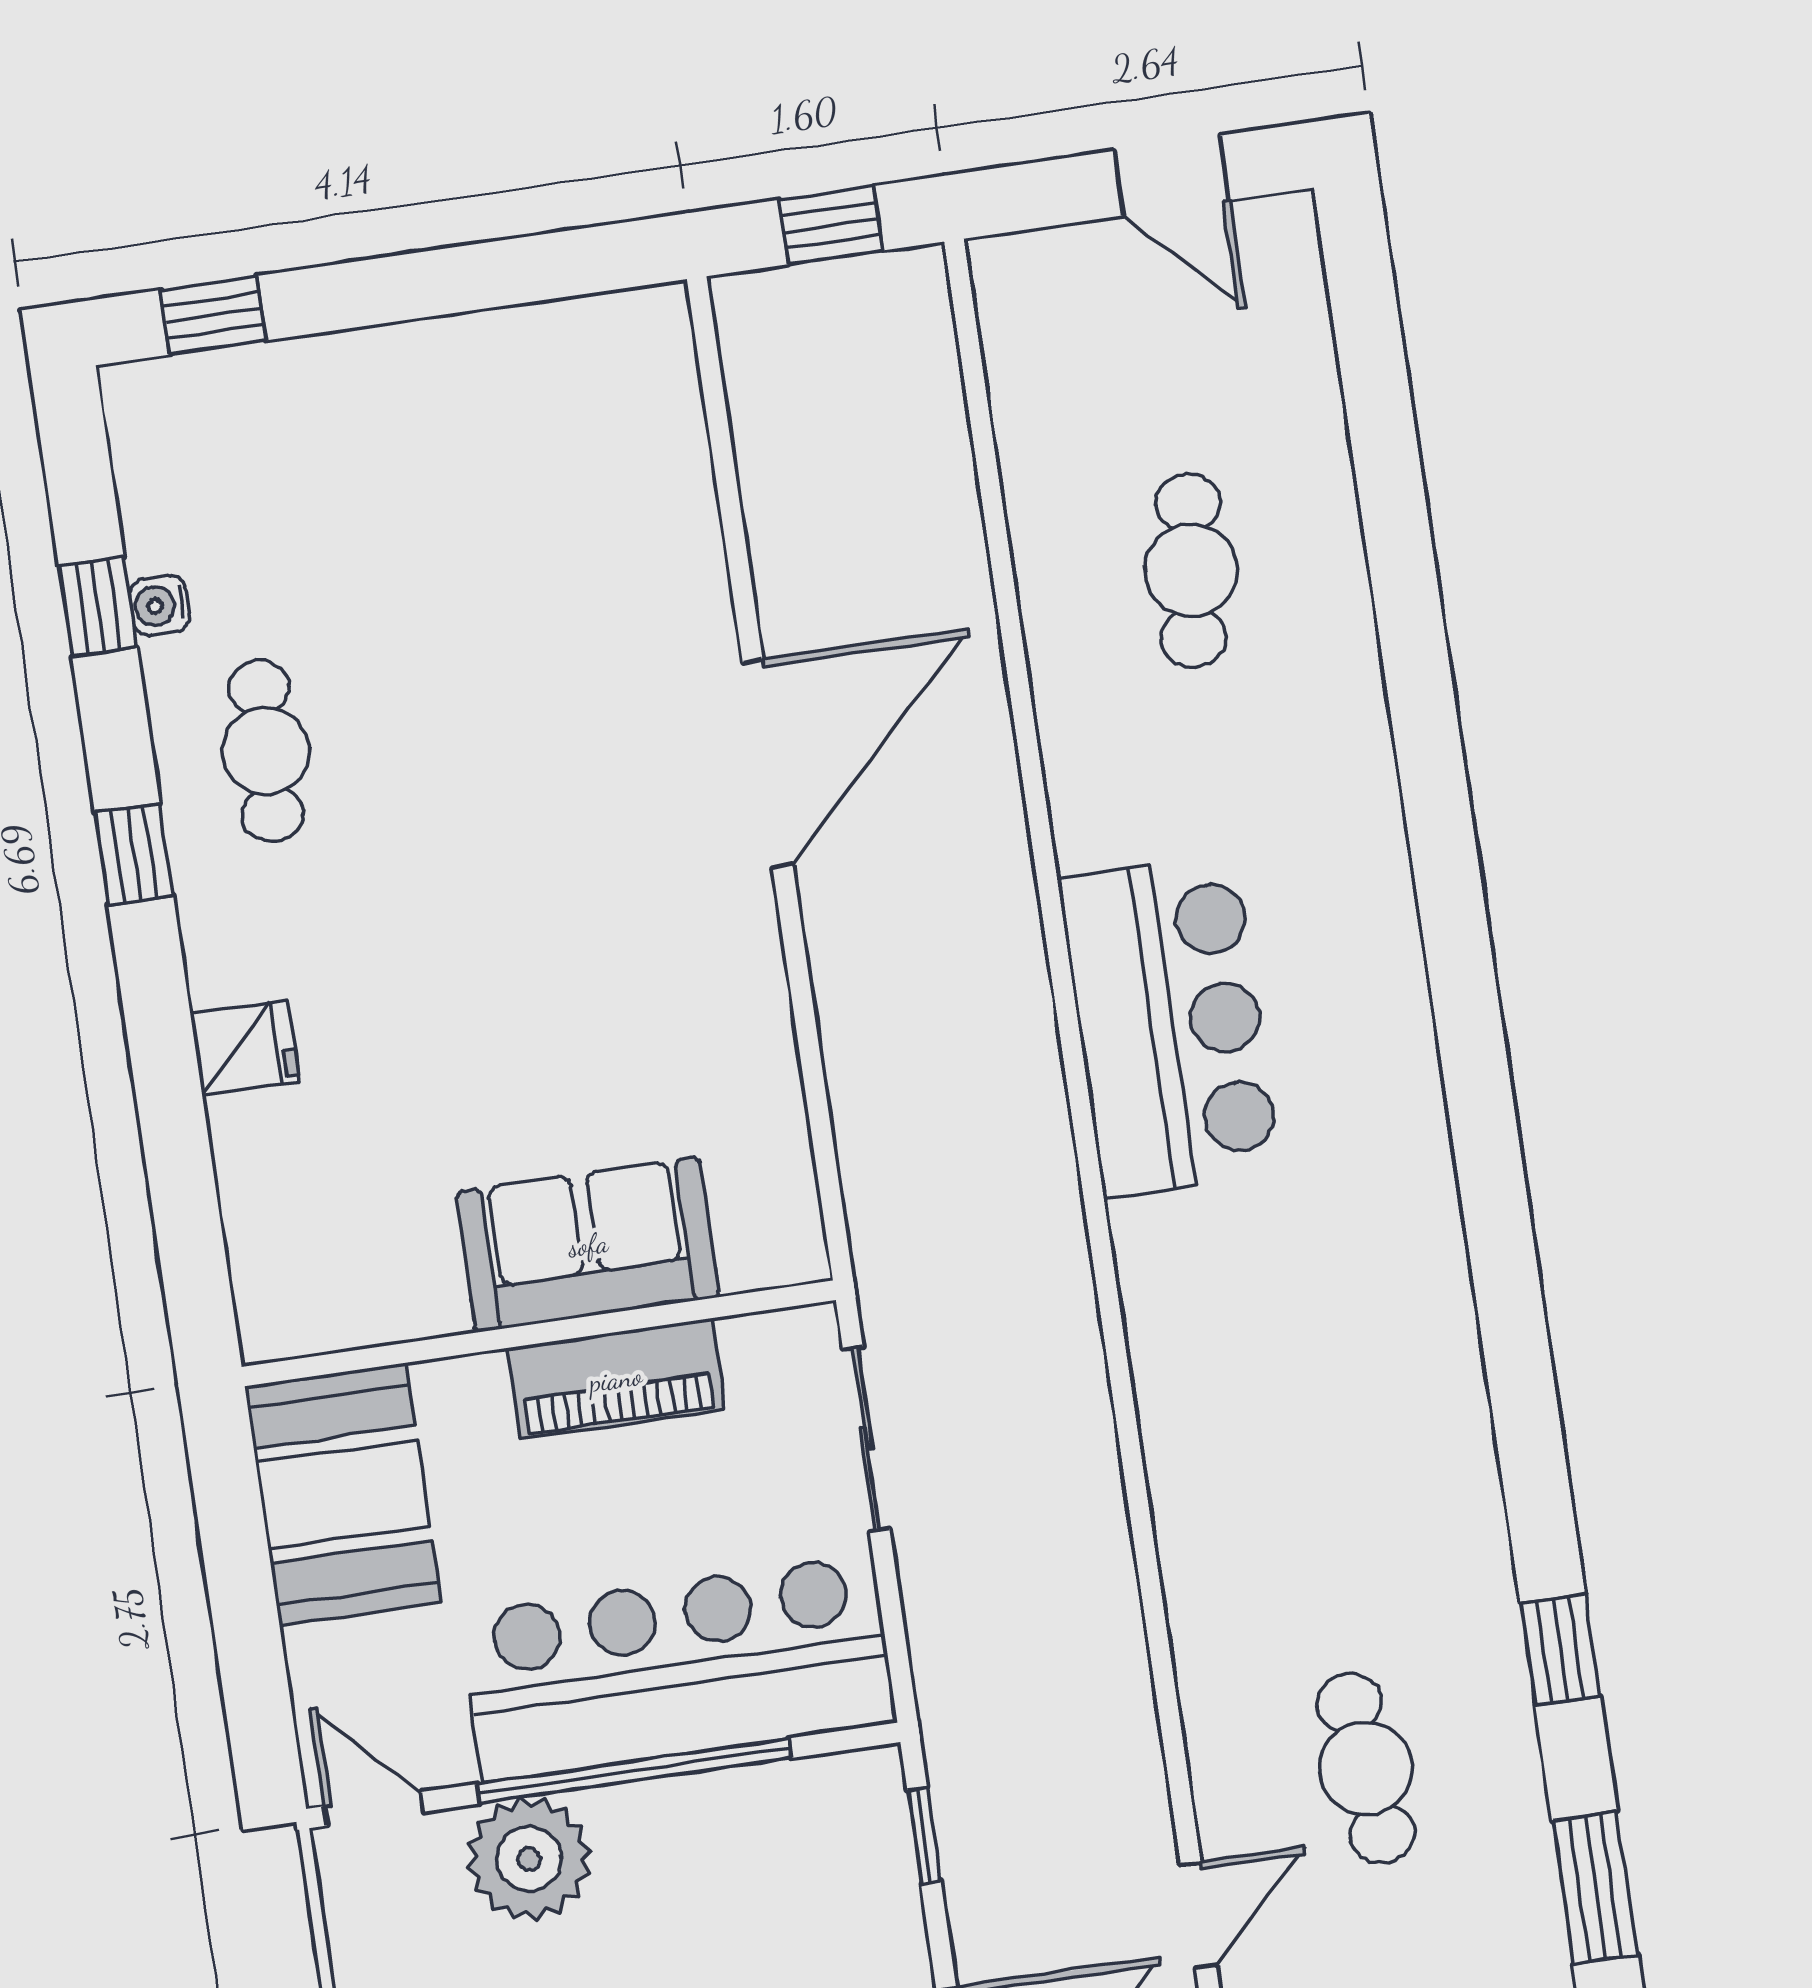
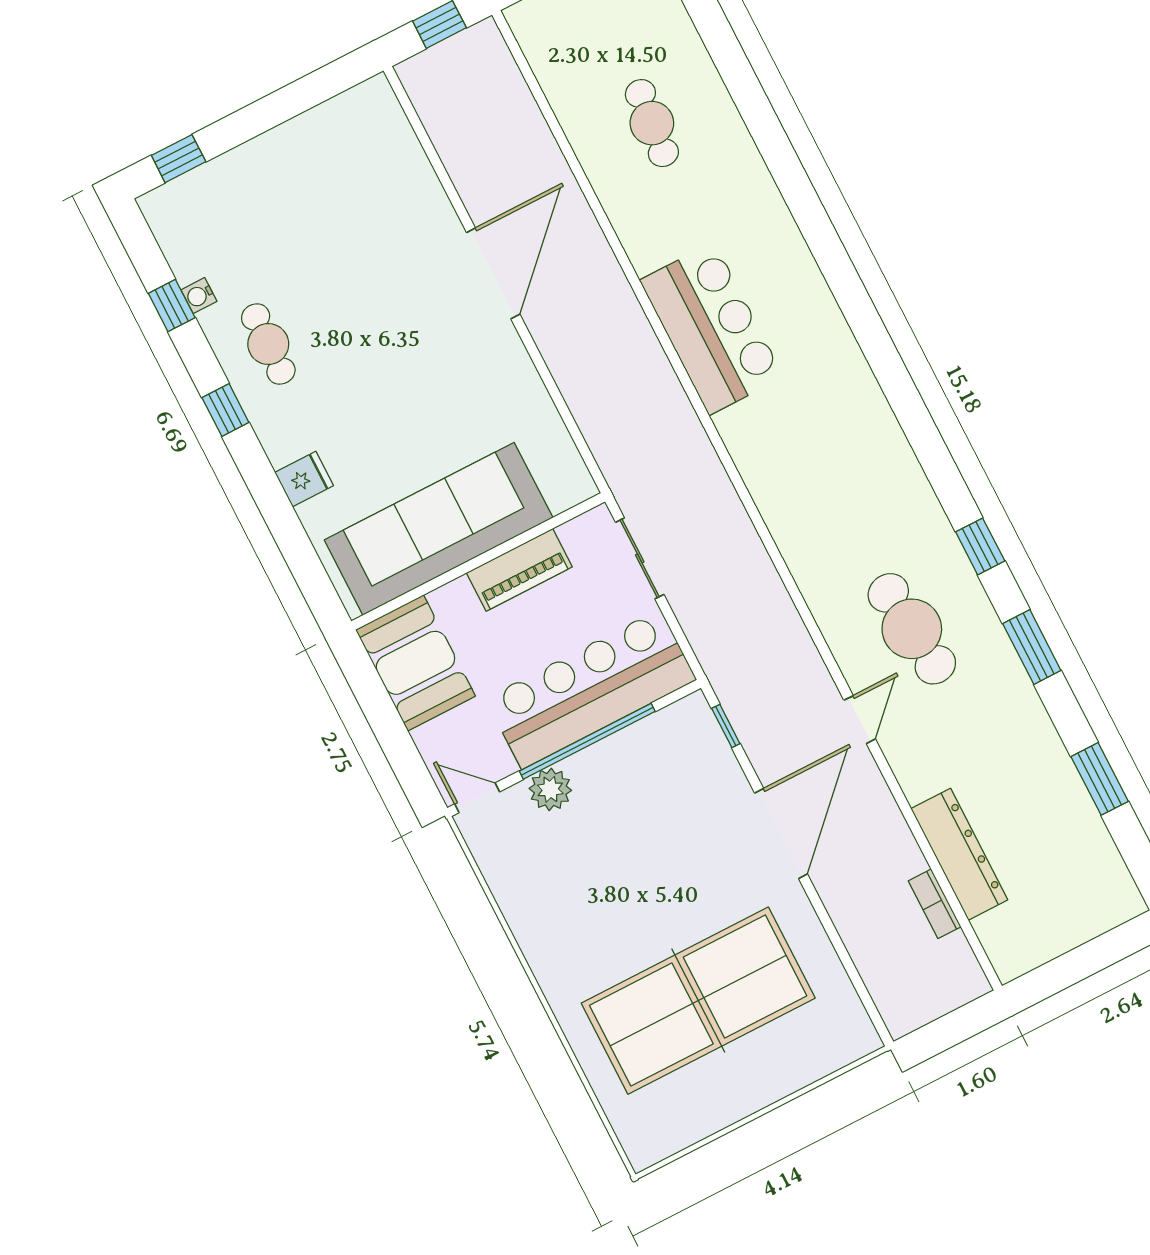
sofa: (588, 1245) -> (439, 529), width x1.85, depth x1.27
cafe table: (1366, 1768) -> (912, 629), width x1.37, depth x1.35
plant: (529, 1859) -> (550, 789), width x0.73, depth x0.73

